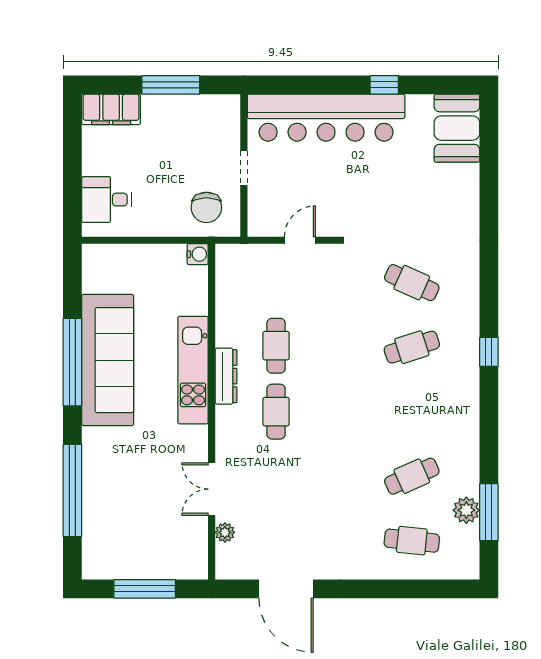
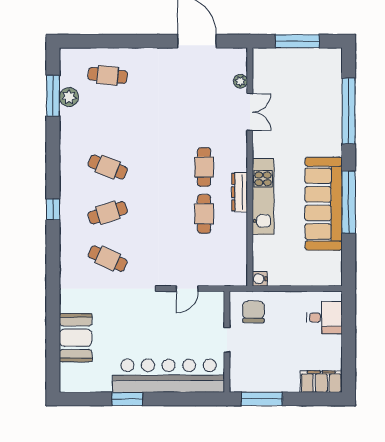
window: (171, 85) -> (262, 399), moved
window: (384, 85) -> (127, 399), width x1.50
booth: (457, 128) -> (76, 338), moved
cafe table: (412, 476) -> (108, 167), moved, turned 45

